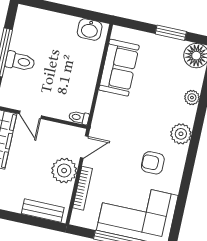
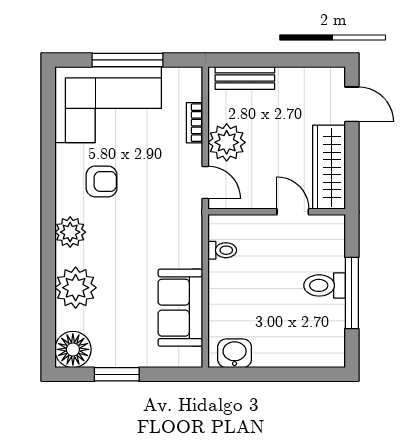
plant: (192, 98) -> (76, 288), width x1.88, depth x1.88
toilet: (79, 117) -> (222, 250), moved
door: (84, 147) -> (205, 183), swing flipped
bookcase: (83, 188) -> (195, 123), width x0.64

